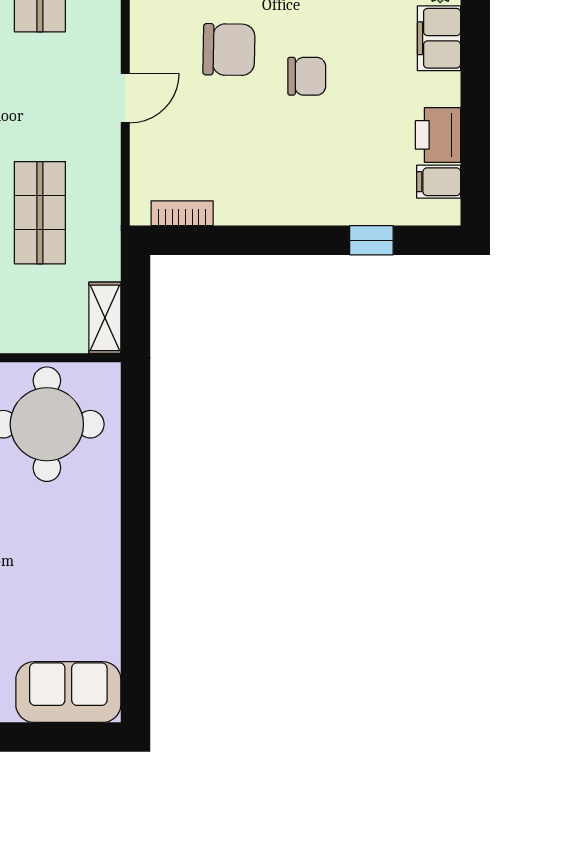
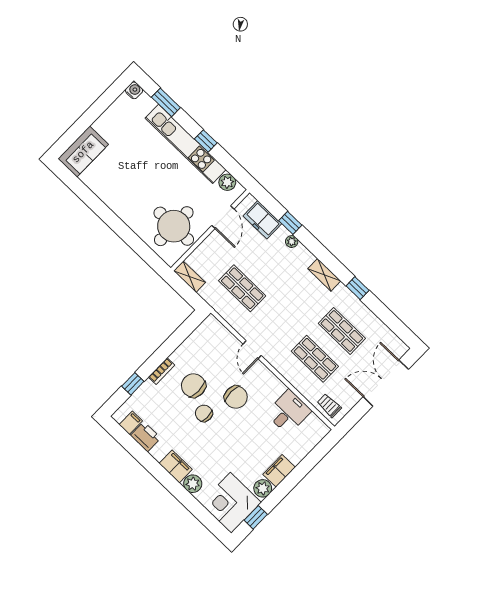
chair: (229, 50) -> (236, 397), turned -91
chair: (307, 76) -> (204, 413), turned 90
chair: (278, 138) -> (193, 386), added
bookcase: (182, 213) -> (162, 371), moved

